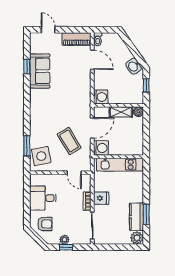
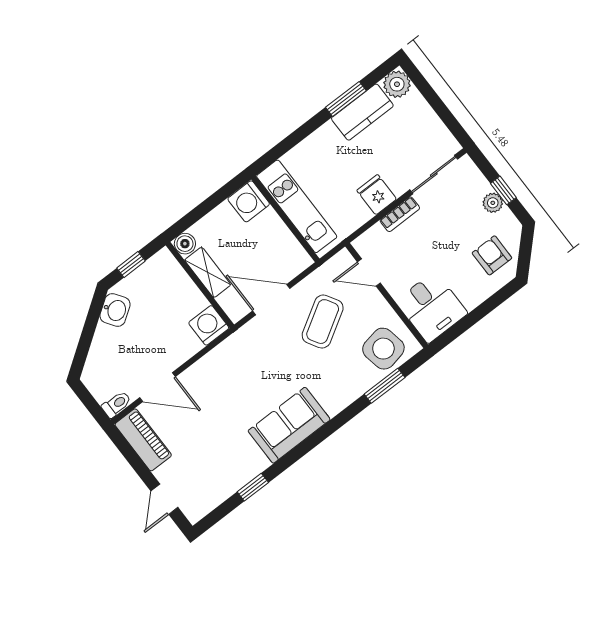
door: (92, 60) -> (158, 387), swing flipped
sofa: (40, 71) -> (289, 425), moved
washing machine: (101, 148) -> (249, 201), moved, turned -90
door: (74, 173) -> (369, 272), swing flipped
desk: (43, 198) -> (432, 307), moved

